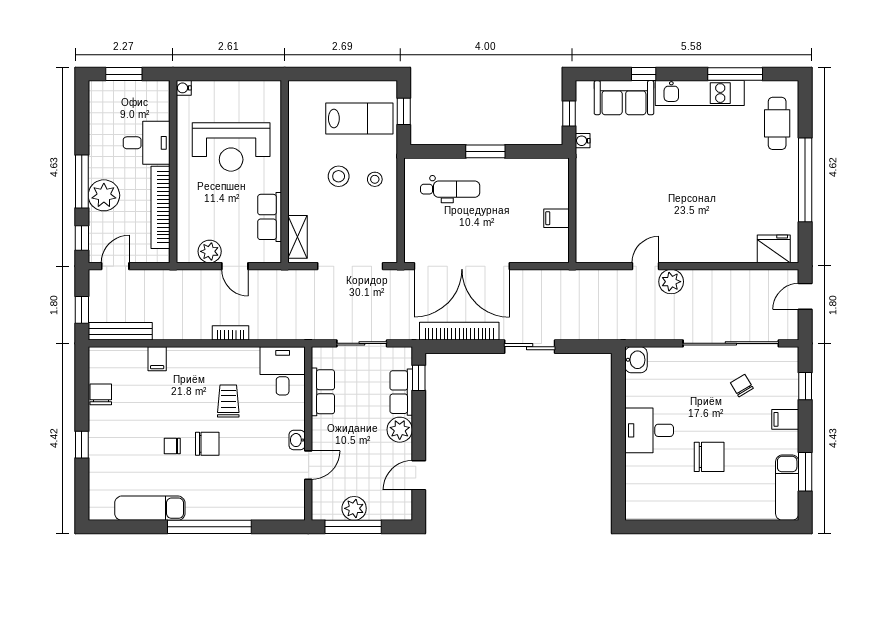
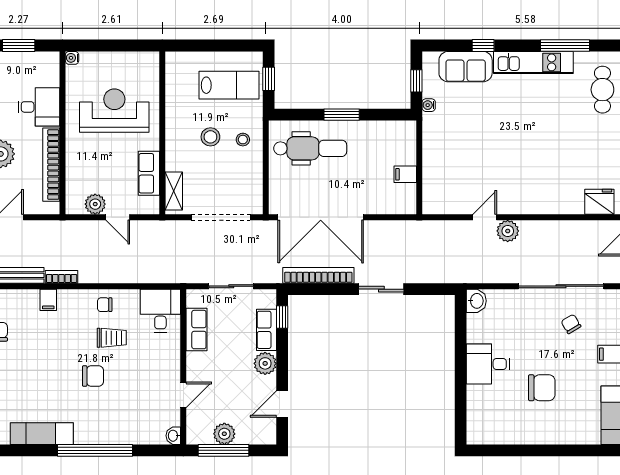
reception desk: (231, 147) -> (114, 111), turned 180
dental chair: (450, 189) -> (310, 148), width x1.36, depth x1.38
bookcase: (230, 333) -> (62, 277), moved
trolley: (228, 401) -> (112, 338), turned 90
washbasin: (297, 440) -> (173, 436), moved
chair: (172, 446) -> (105, 305), moved

